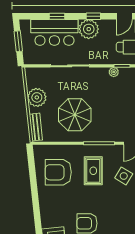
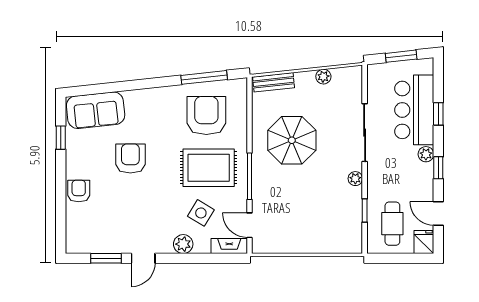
plant: (89, 29) -> (426, 154), width x0.53, depth x0.53
plant: (114, 72) -> (355, 179), moved
plant: (37, 97) -> (323, 77), width x0.53, depth x0.53
rug: (93, 171) -> (209, 168), width x1.36, depth x1.43
window: (33, 174) -> (204, 77), added

